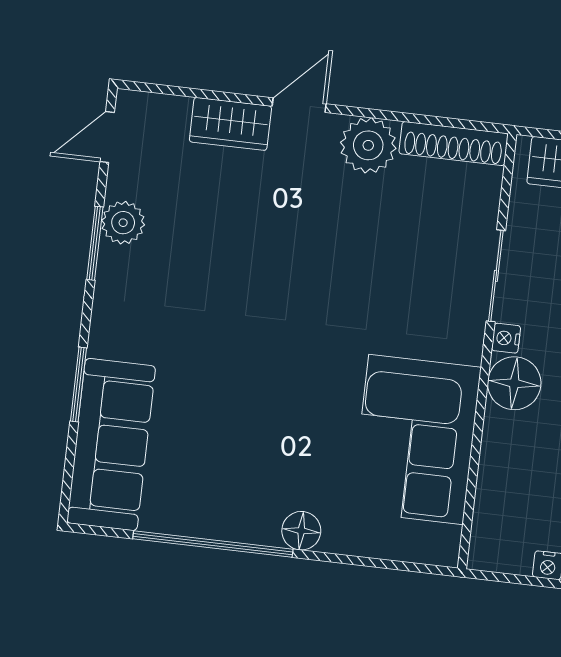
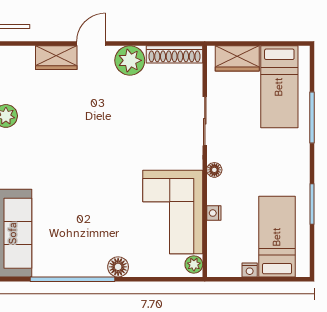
nightstand: (506, 338) -> (214, 213), moved
floor lamp: (514, 383) -> (214, 170), width x0.53, depth x0.53
plant: (444, 543) -> (194, 264), added

